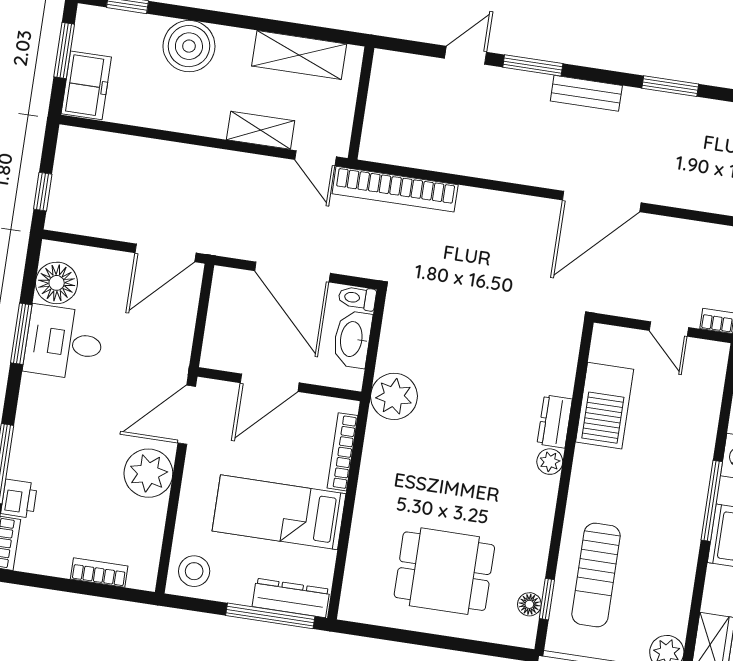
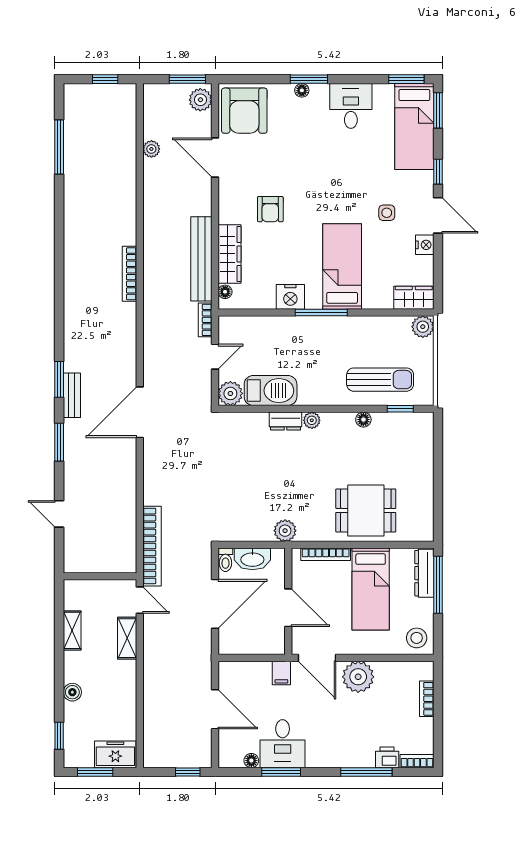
boiler: (189, 46) -> (72, 692), width x0.54, depth x0.54
shelving: (299, 55) -> (72, 630), width x0.67, depth x0.75
window: (533, 65) -> (59, 442), moved
bench: (586, 93) -> (72, 395), moved
door: (316, 158) -> (140, 600), hinge flipped
door: (602, 201) -> (140, 412), swing flipped
door: (165, 253) -> (215, 709), moved
floor lamp: (57, 283) -> (251, 761), width x0.53, depth x0.53
plant: (609, 344) -> (230, 393), added
filing cabinet: (172, 357) -> (281, 673), added
plant: (394, 396) -> (285, 531), width x0.73, depth x0.73
dining table: (444, 571) -> (366, 510), moved, turned 90
floor lamp: (529, 604) -> (363, 420), moved

